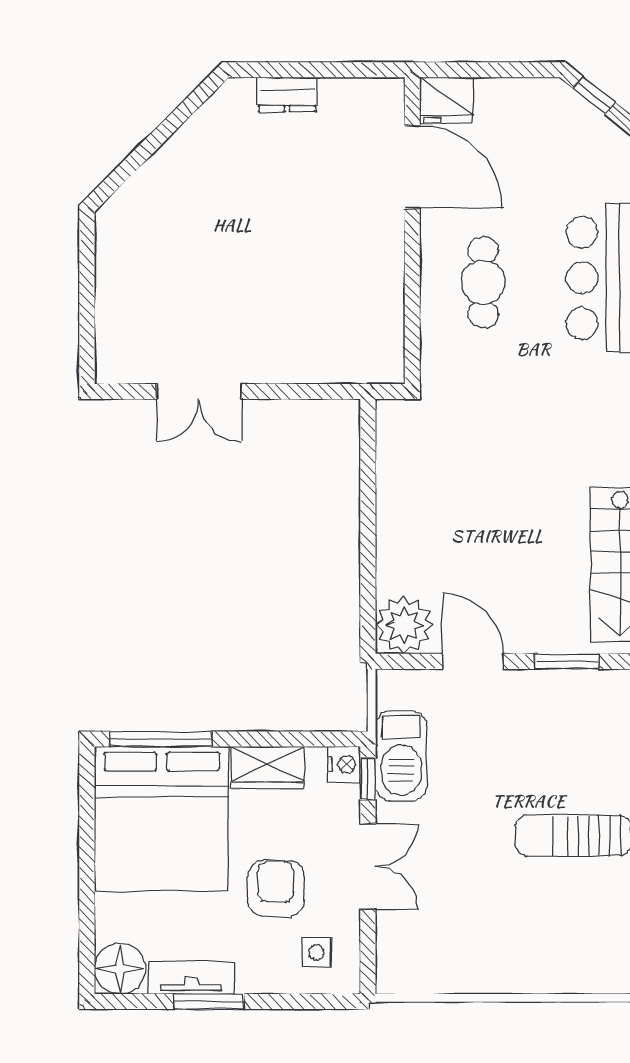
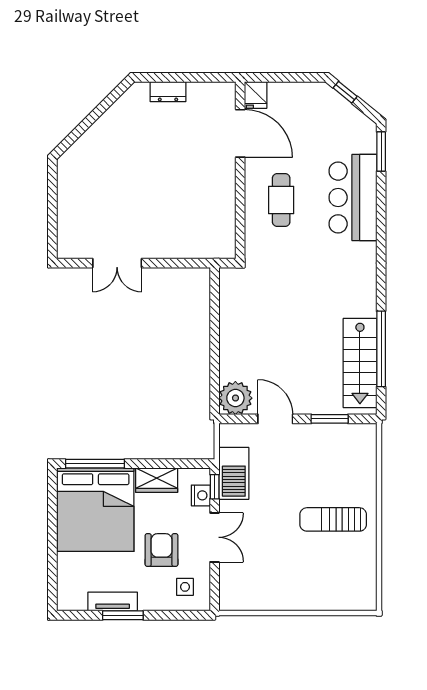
fridge: (446, 100) -> (256, 95), width x0.72
nightstand: (344, 764) -> (201, 495), moved
floor lamp: (120, 969) -> (71, 596), removed

